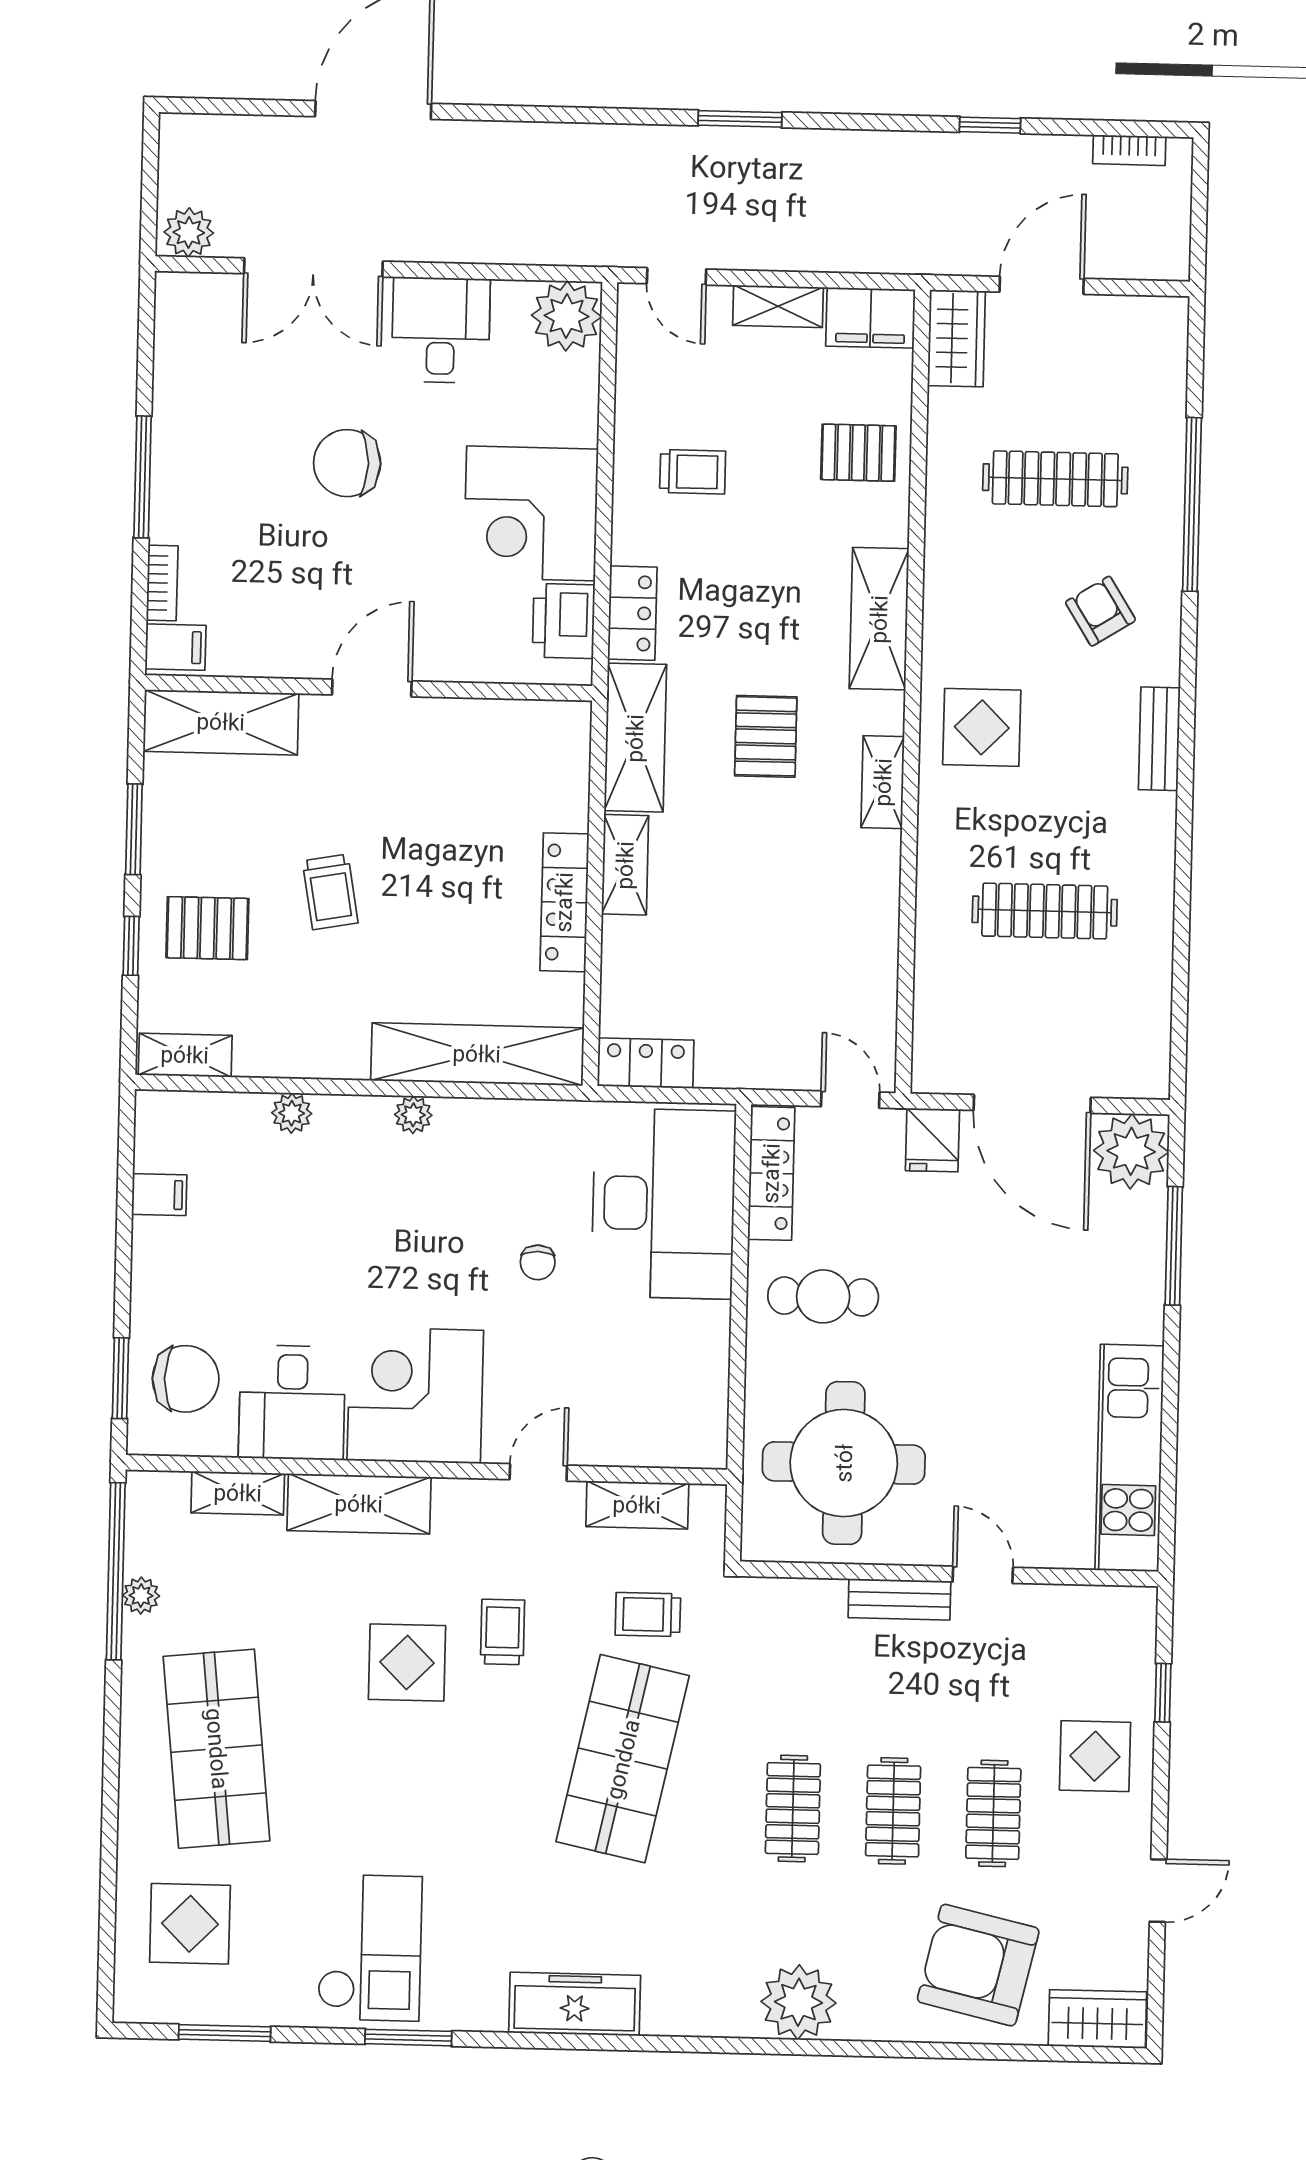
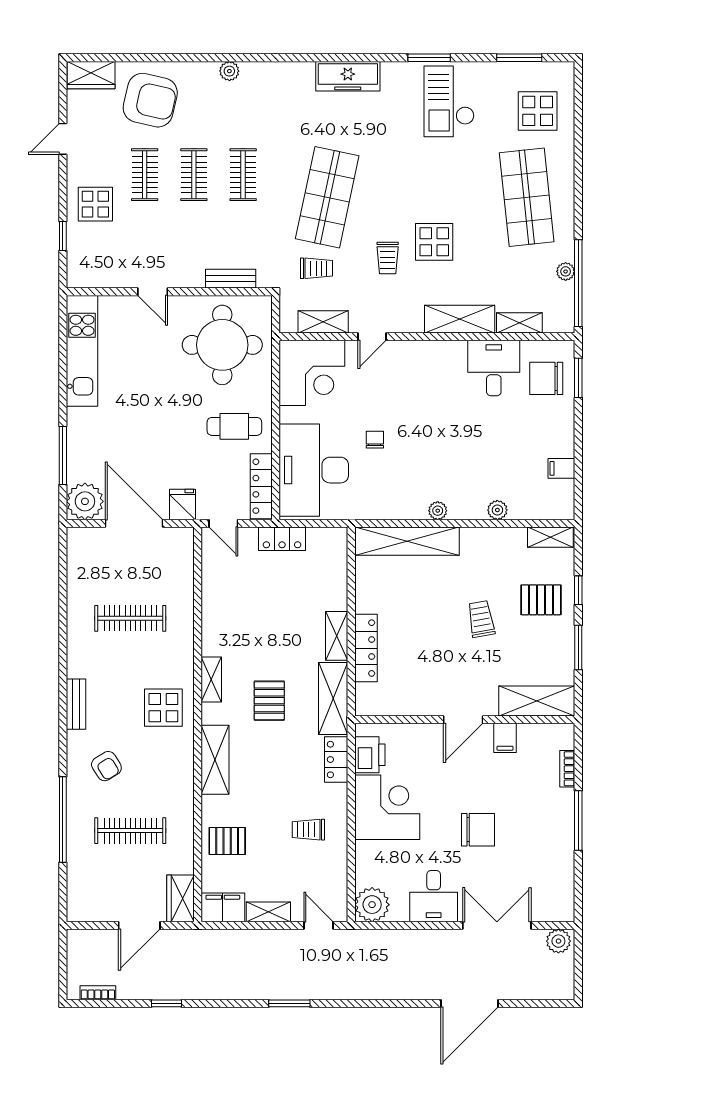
filing cabinet: (176, 647) -> (505, 738), moved, turned -90
locker: (564, 902) -> (366, 648), moved
locker: (646, 1063) -> (282, 539), moved
corner desk: (415, 1395) -> (312, 373), moved
bench: (899, 1599) -> (231, 279), moved
plant: (798, 2002) -> (229, 71), width x0.53, depth x0.53

